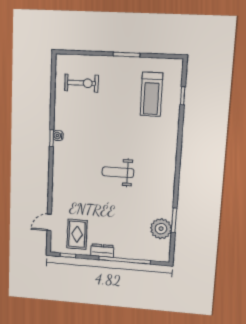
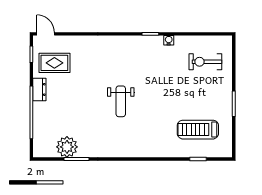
exercise bike: (81, 83) -> (205, 62), turned 90
water cooler: (58, 136) -> (169, 40), moved
weight bench: (118, 172) -> (121, 101), turned 180
door: (49, 222) -> (46, 34), moved

